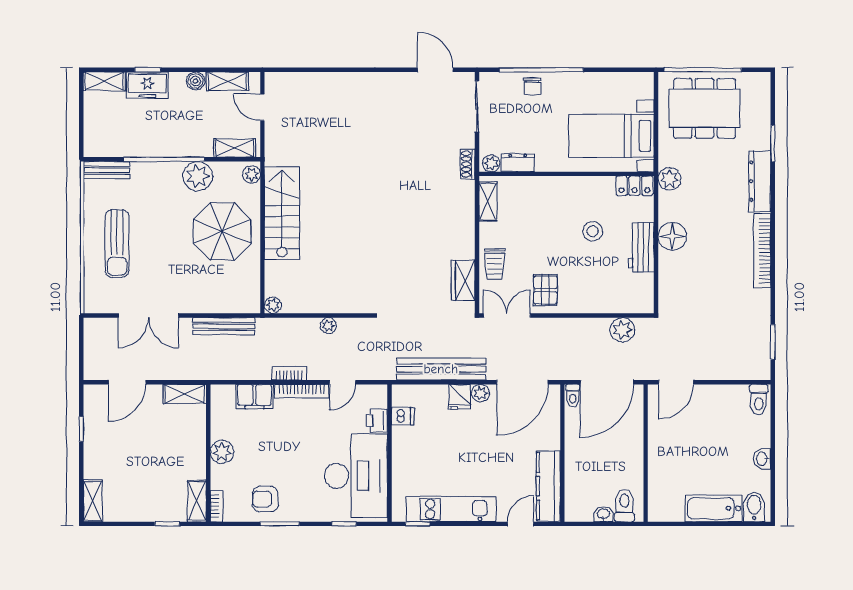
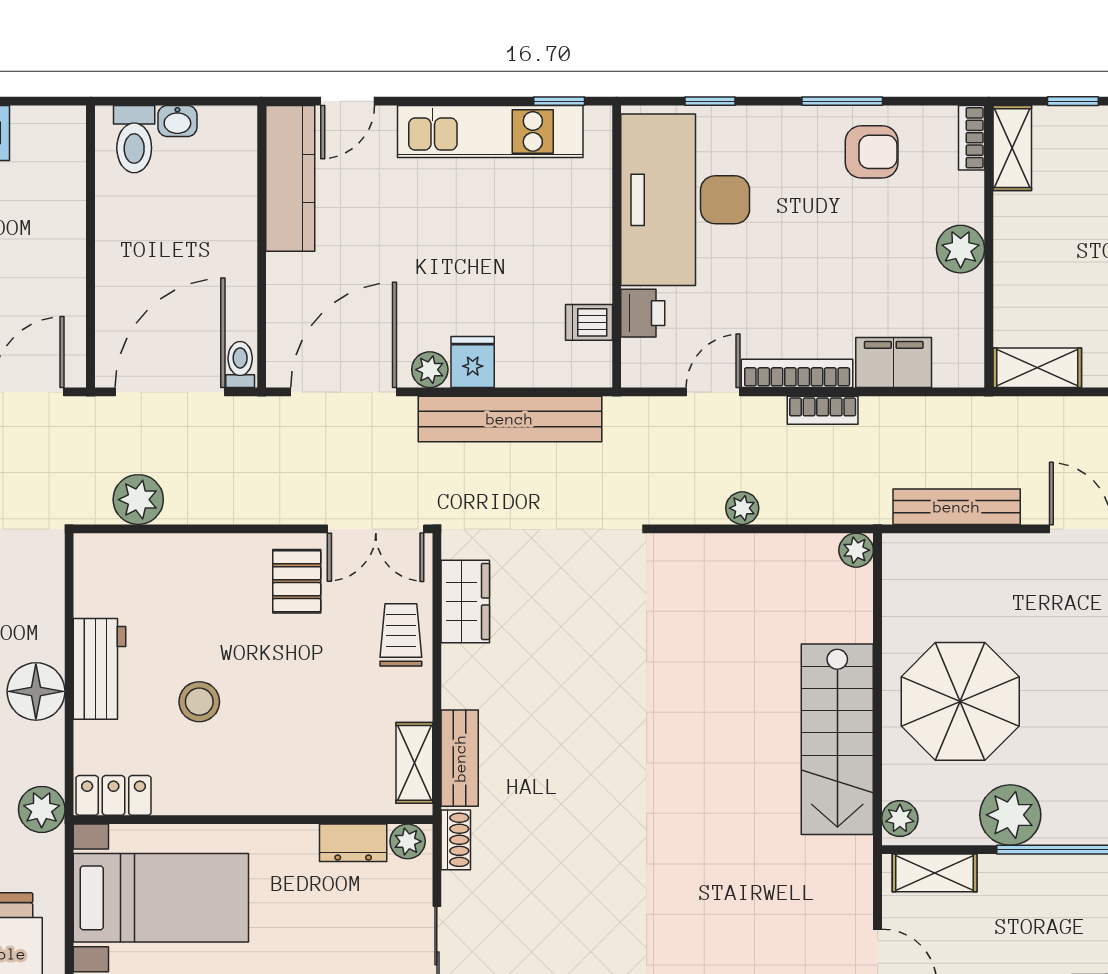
bench: (466, 204) -> (460, 758), added

